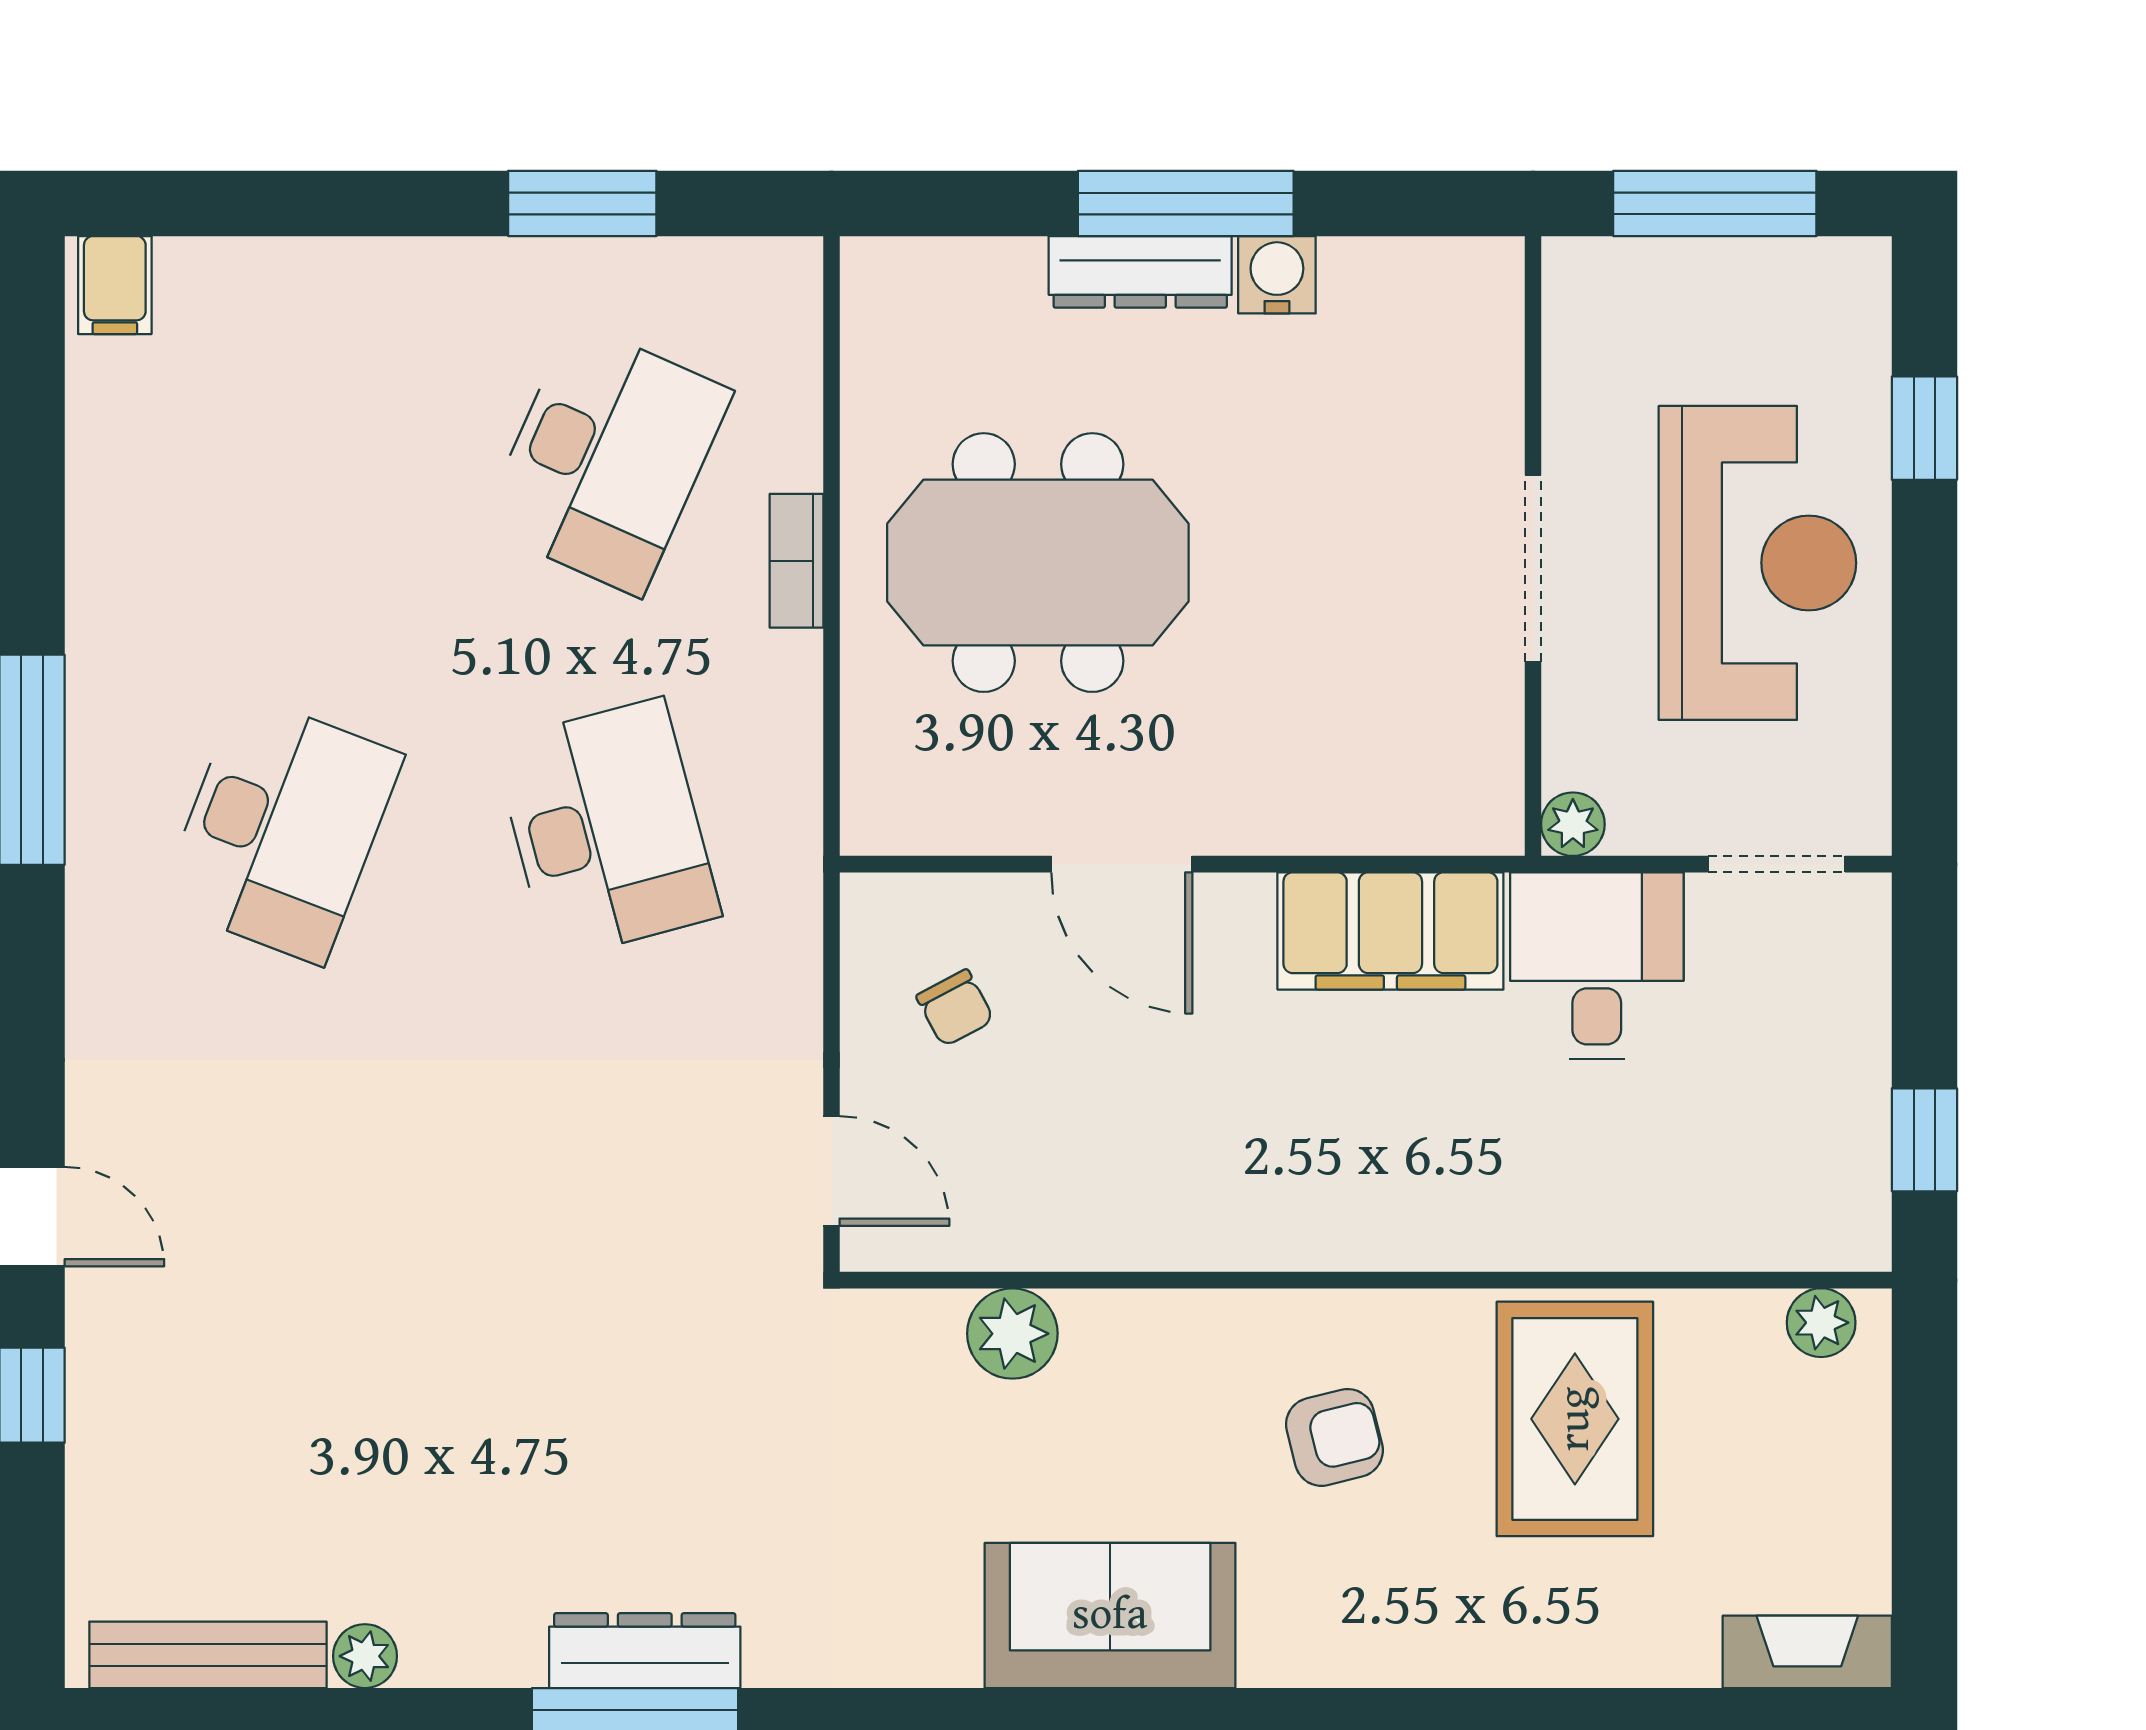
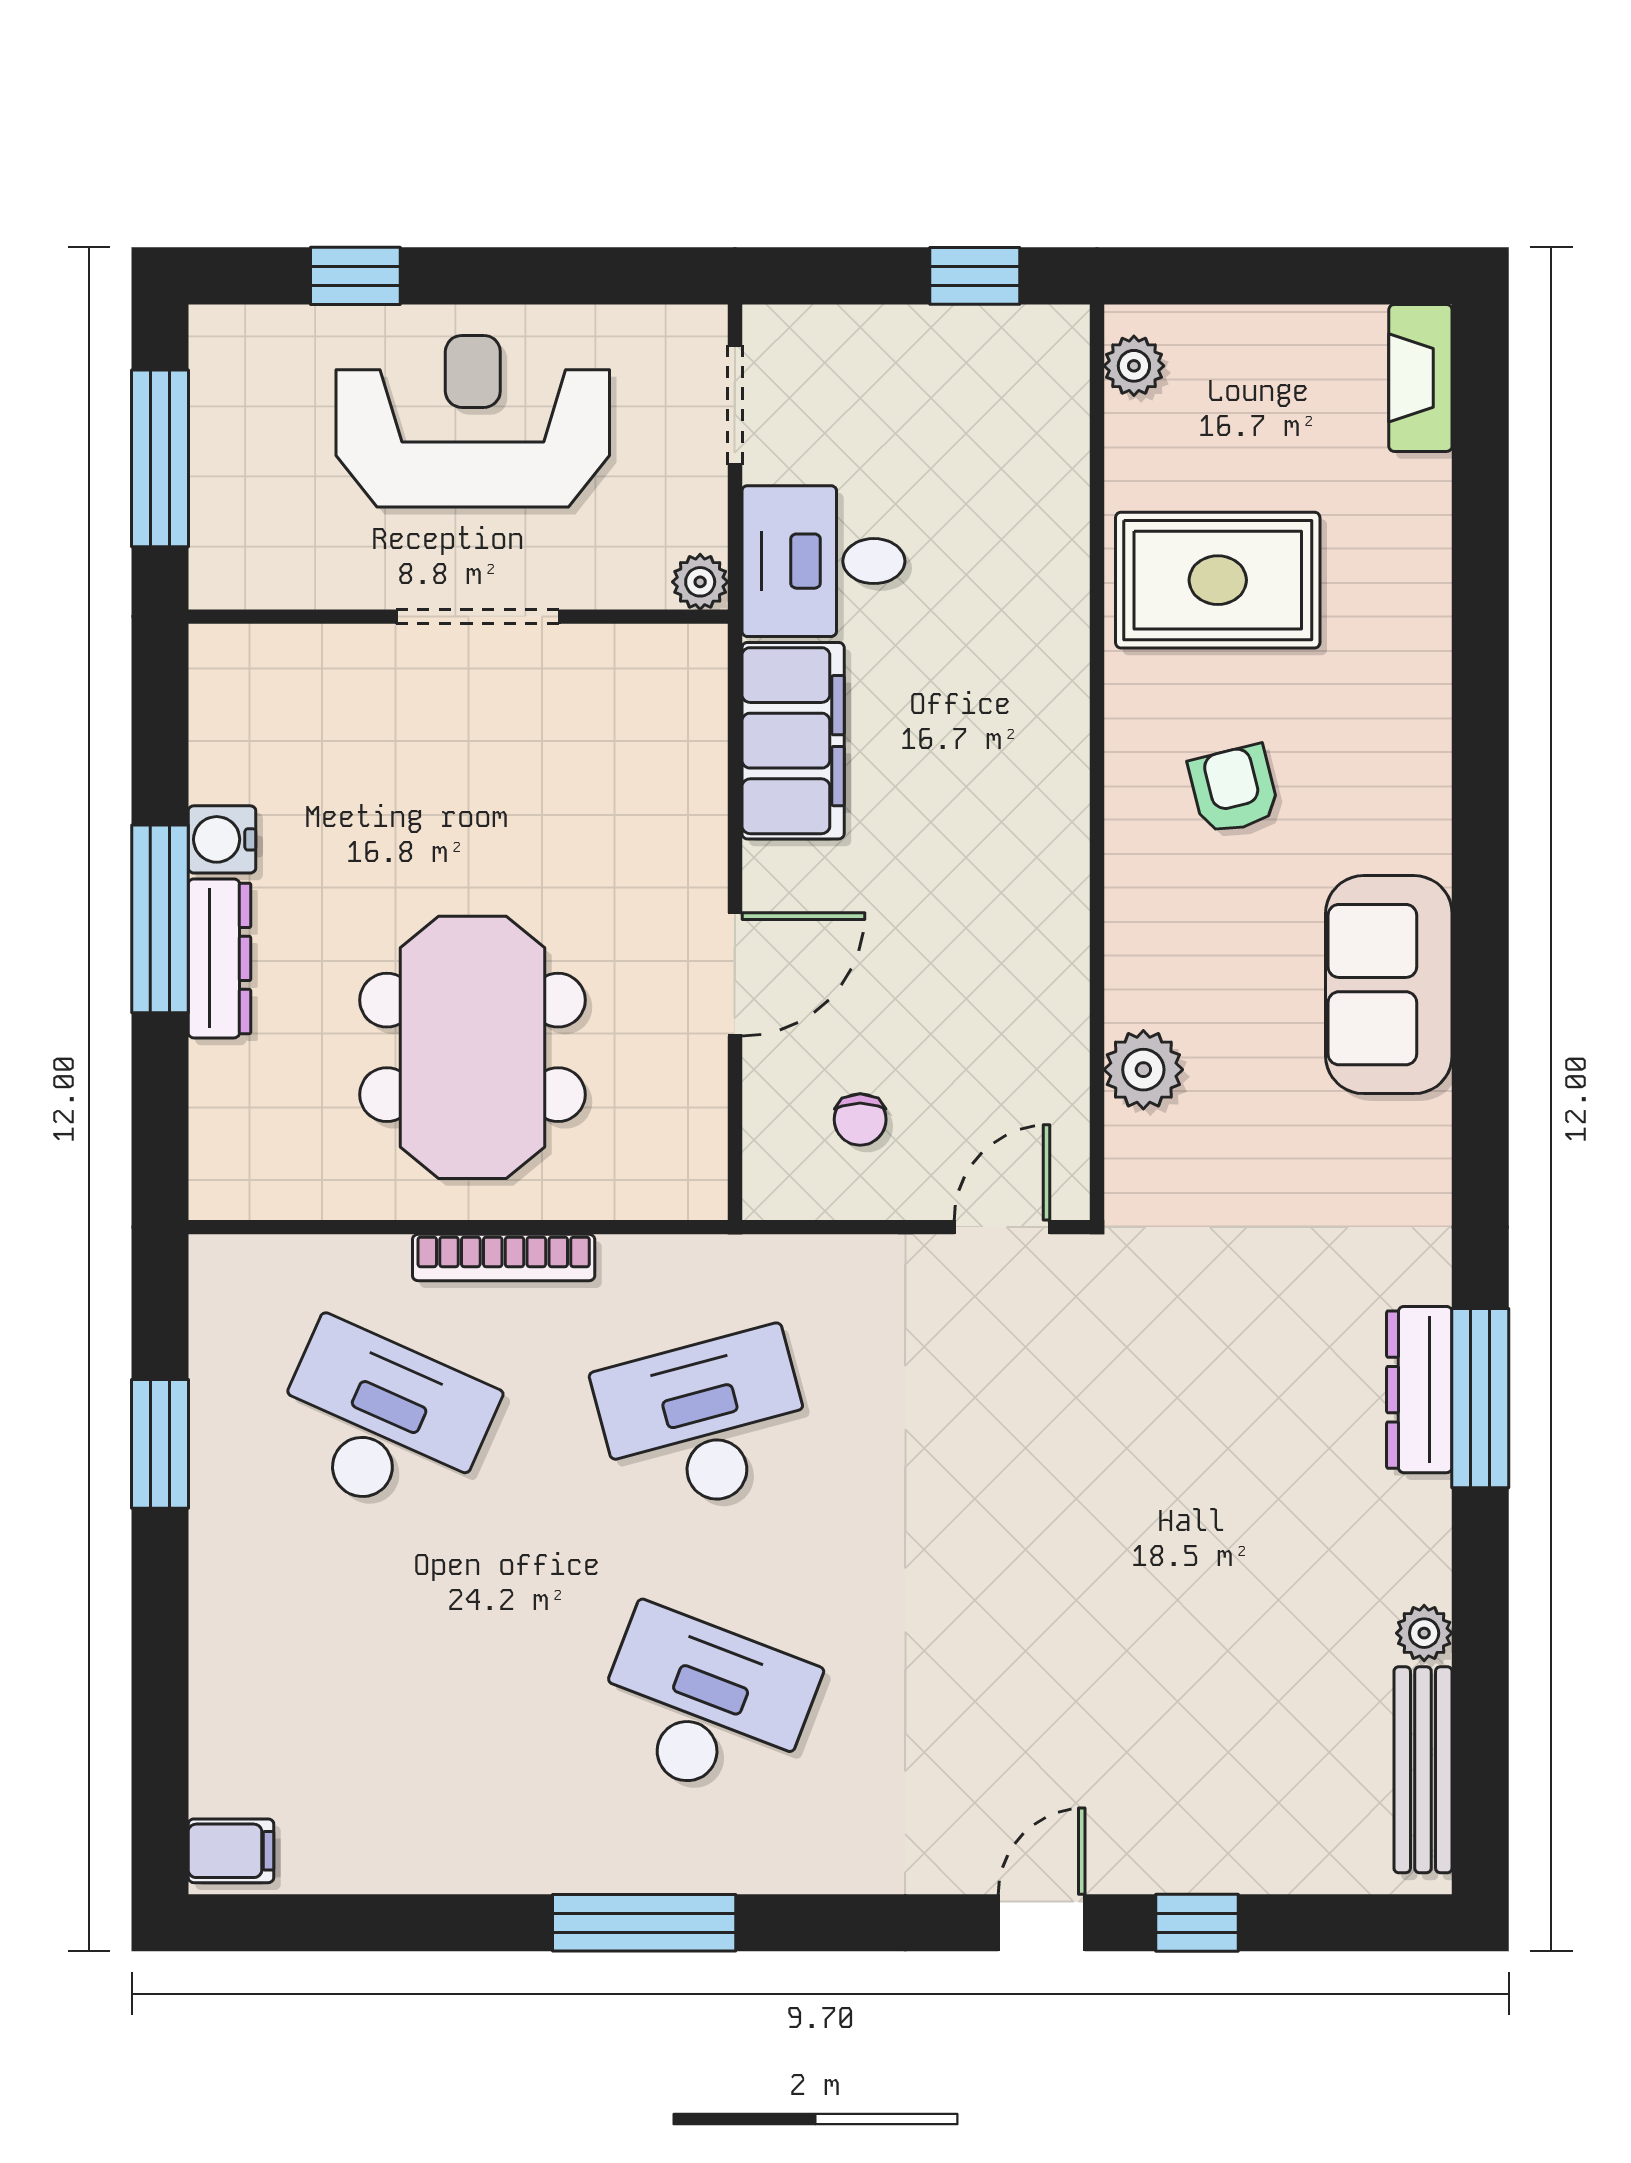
bookcase: (797, 561) -> (504, 1258), width x1.56
chair: (955, 1008) -> (860, 1120), turned 118

